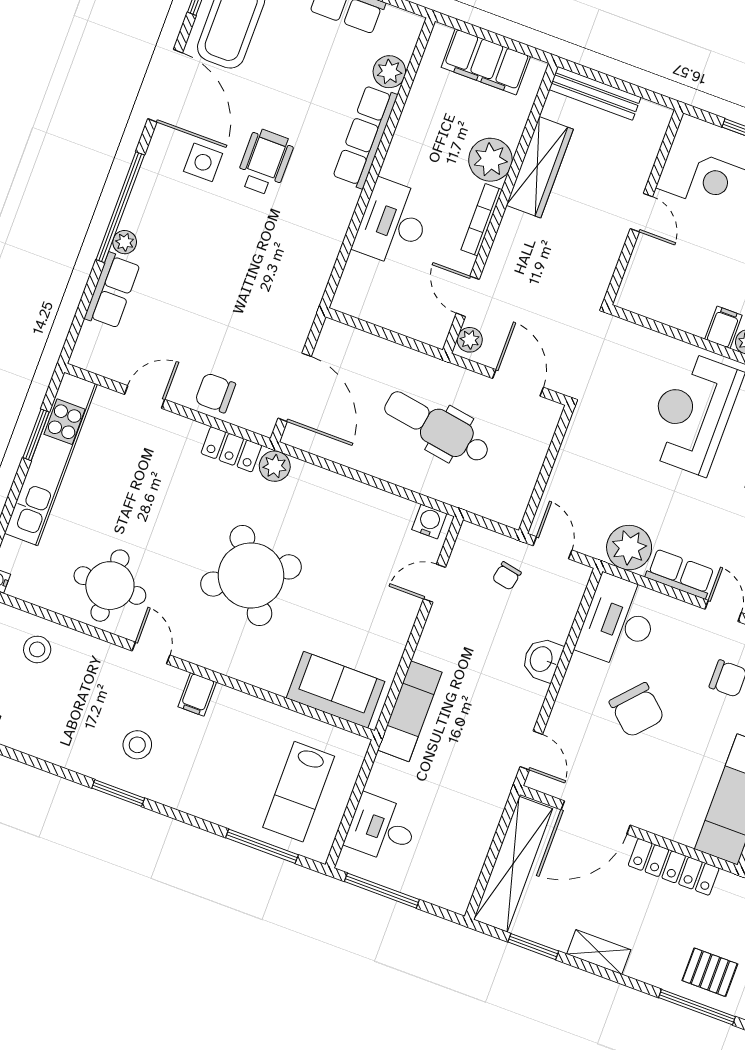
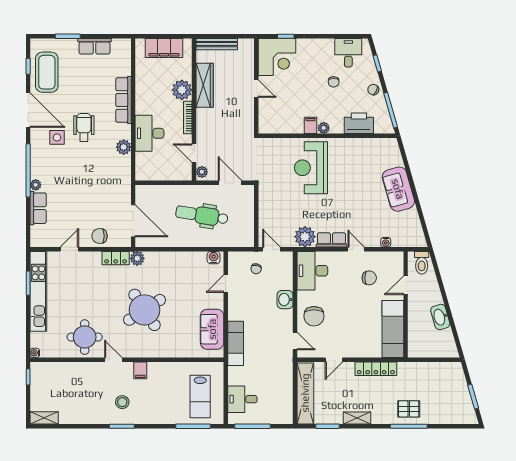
plant: (389, 72) -> (124, 147), moved
stool: (37, 649) -> (63, 377), removed
sofa: (336, 690) -> (212, 329), moved, turned -90
chair: (637, 710) -> (314, 316), moved, turned 48
door: (596, 817) -> (334, 360), width x0.53

